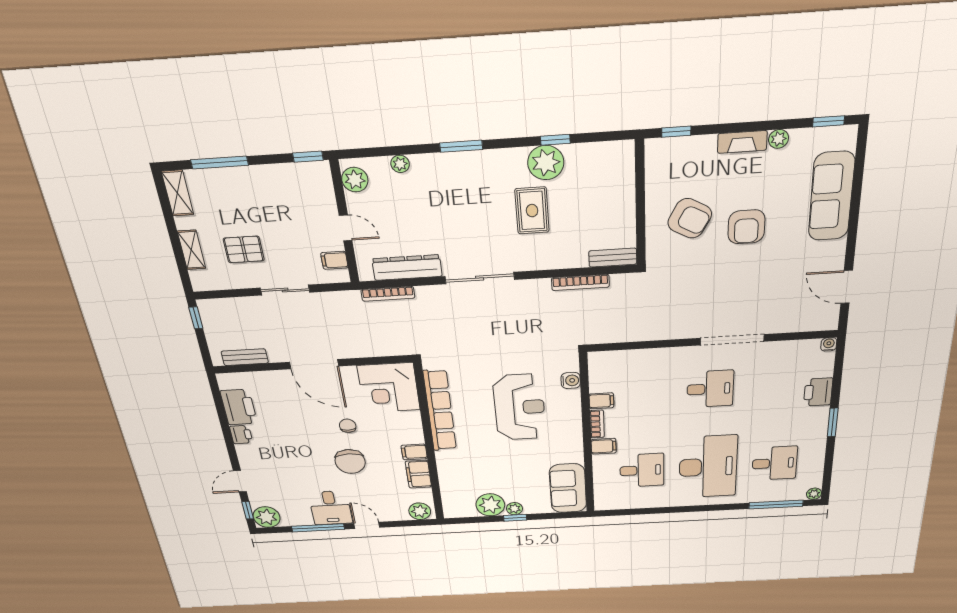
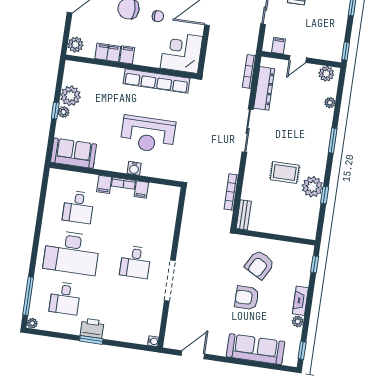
water cooler: (571, 380) -> (134, 168), moved
printer: (818, 392) -> (92, 328), moved

